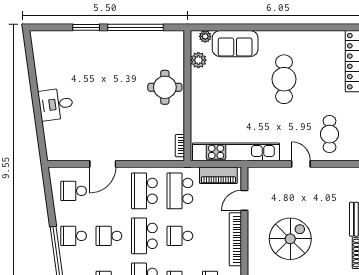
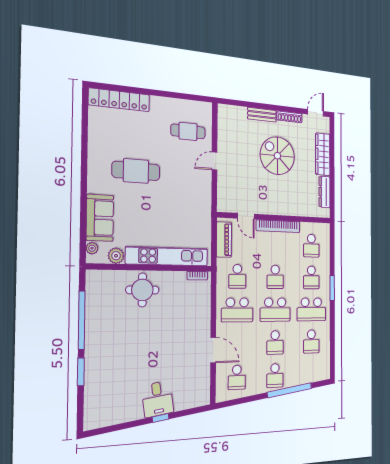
window: (37, 108) -> (161, 418), added
kitchen unit: (236, 152) -> (167, 256), moved, turned 90
school desk: (180, 191) -> (237, 276), width x0.54
spiral stairs: (290, 239) -> (277, 156), moved

